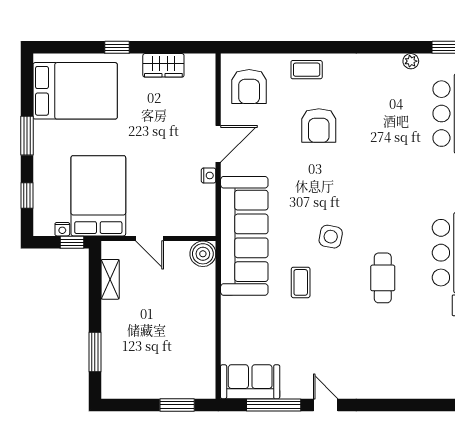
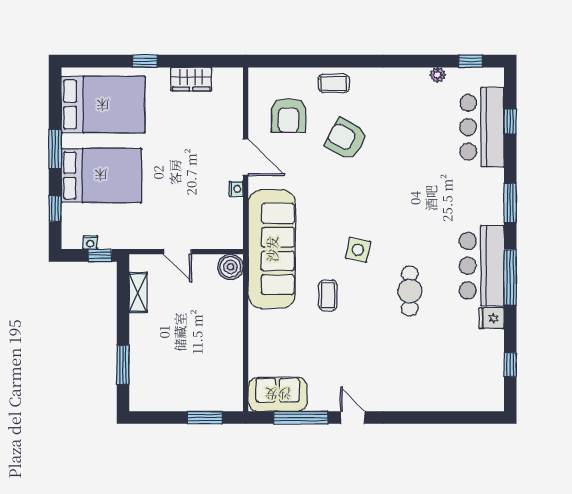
armchair: (249, 87) -> (289, 115), moved
armchair: (319, 126) -> (346, 139), turned 119
door: (218, 144) -> (246, 157), hinge flipped
bed: (98, 196) -> (101, 175), moved, turned 90

